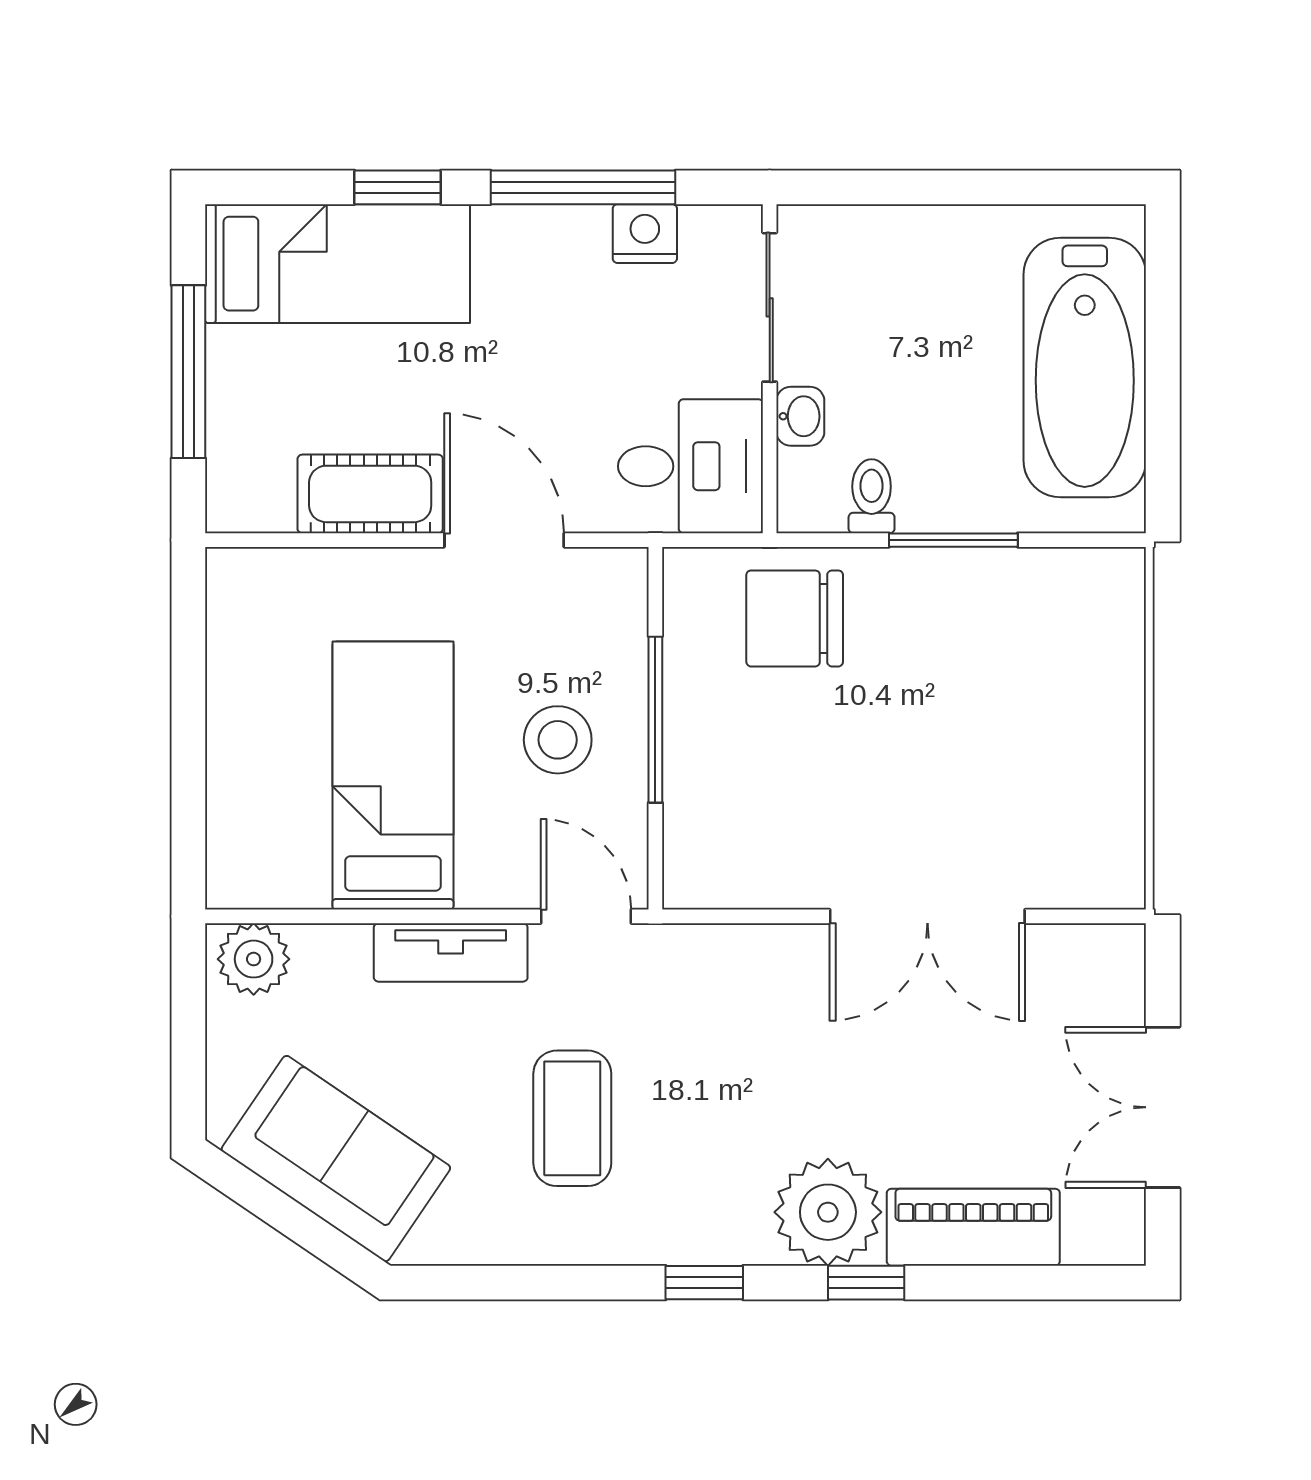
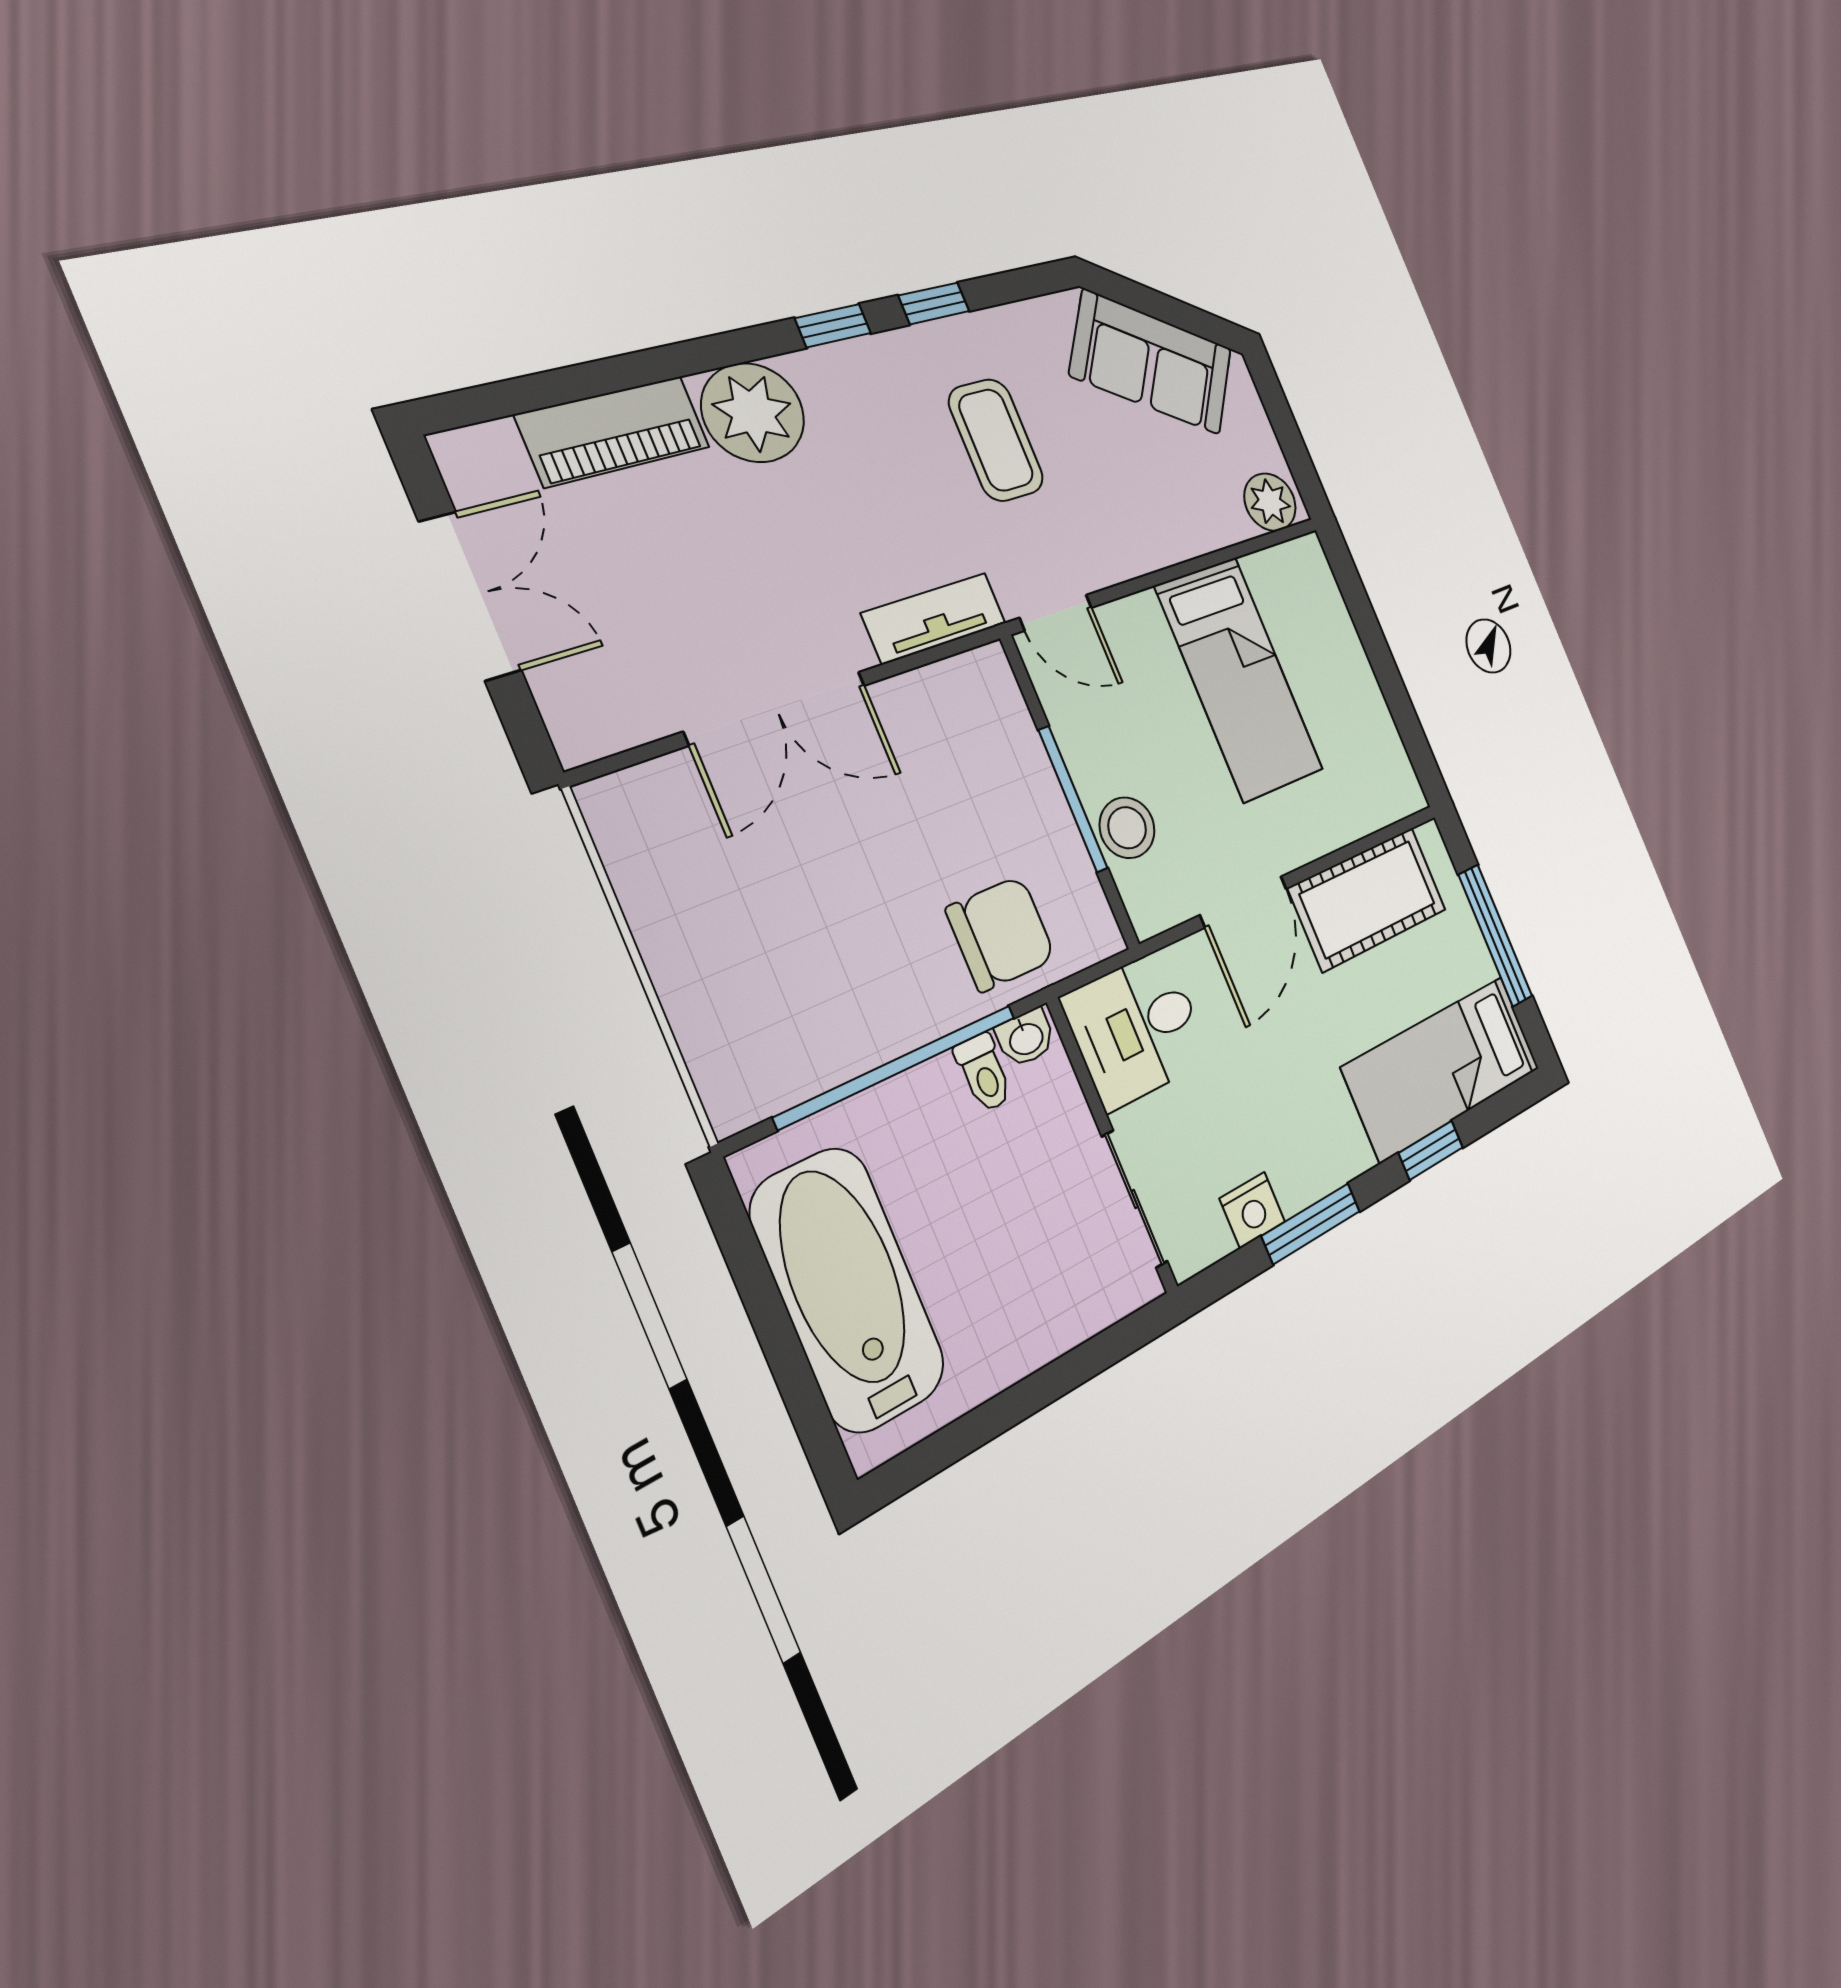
window: (583, 187) -> (1311, 1223), width x0.69
washbasin: (800, 416) -> (1026, 1038), moved, turned -90
cot: (370, 494) -> (1368, 899), width x1.37, depth x1.34
door: (504, 540) -> (1244, 902), hinge flipped
window: (953, 540) -> (898, 1066), width x2.11
stool: (558, 740) -> (1127, 828), moved
double door: (927, 916) -> (776, 708), swing flipped
tv unit: (451, 952) -> (934, 618), moved
window: (866, 1283) -> (934, 303), moved

